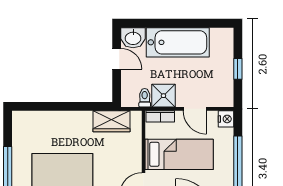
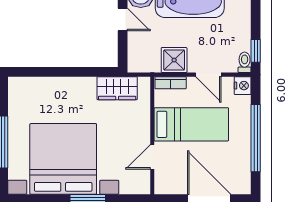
window: (238, 69) -> (256, 51), moved
toilet: (145, 98) -> (245, 62), moved

